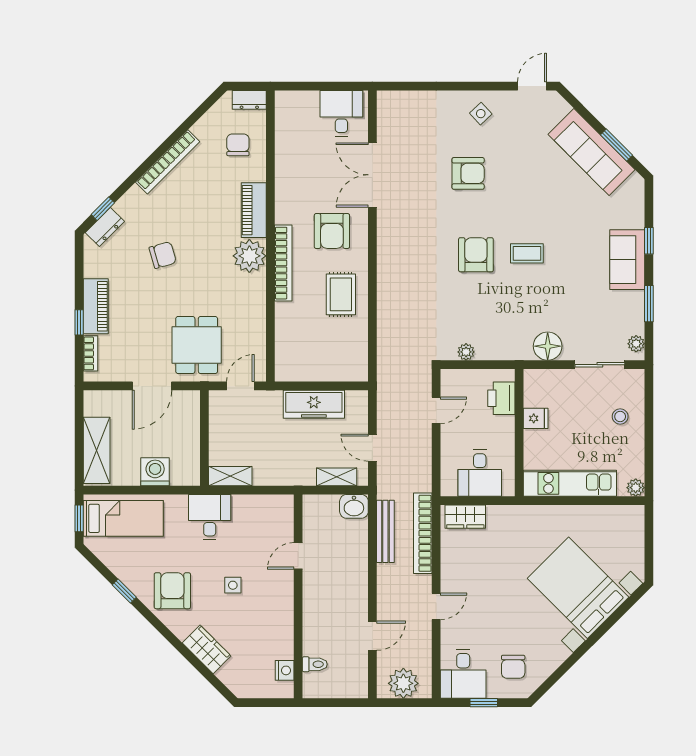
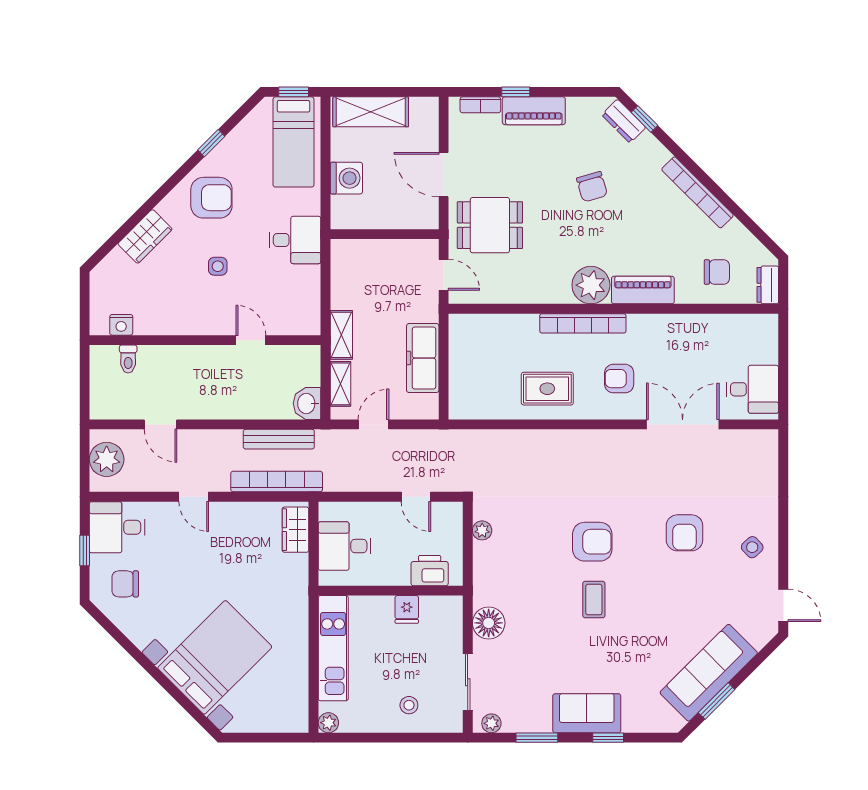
armchair: (332, 231) -> (619, 379), width x0.72, depth x0.72
shelving: (230, 476) -> (341, 335), moved

